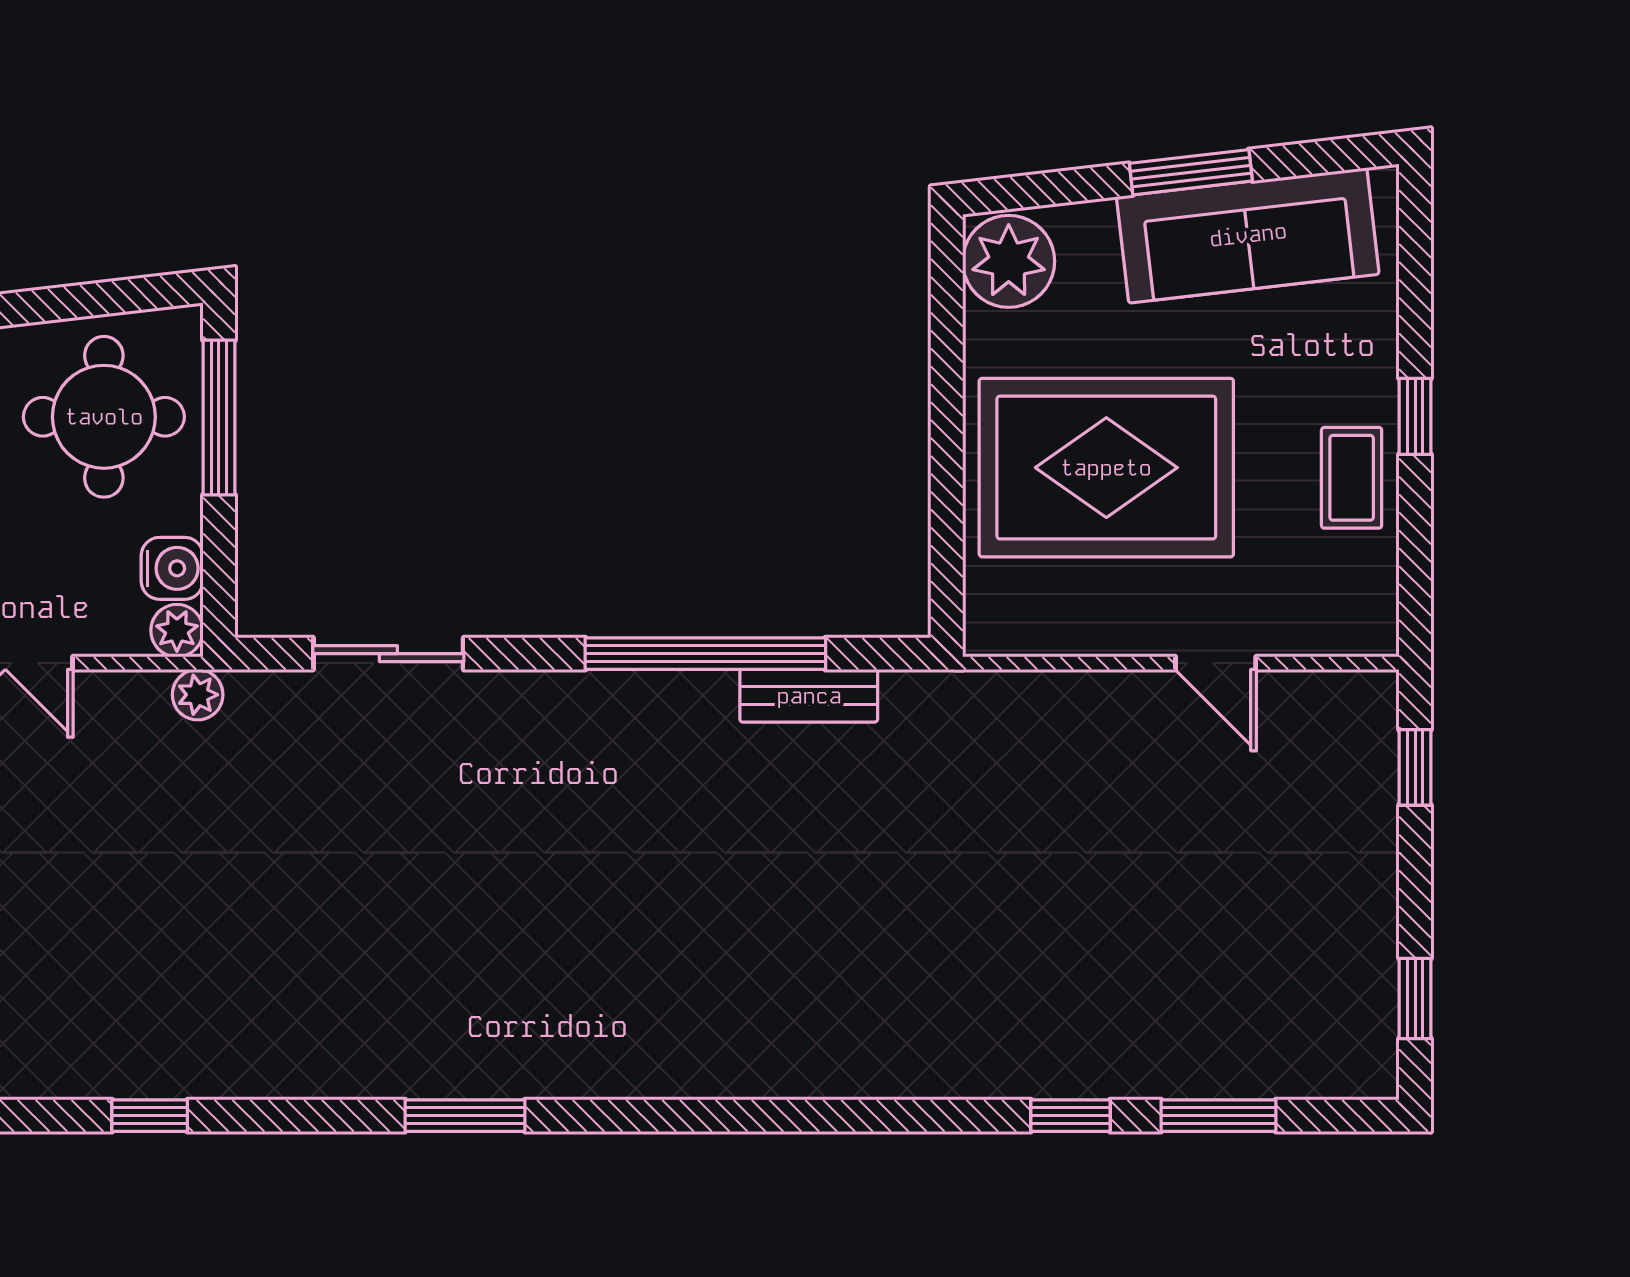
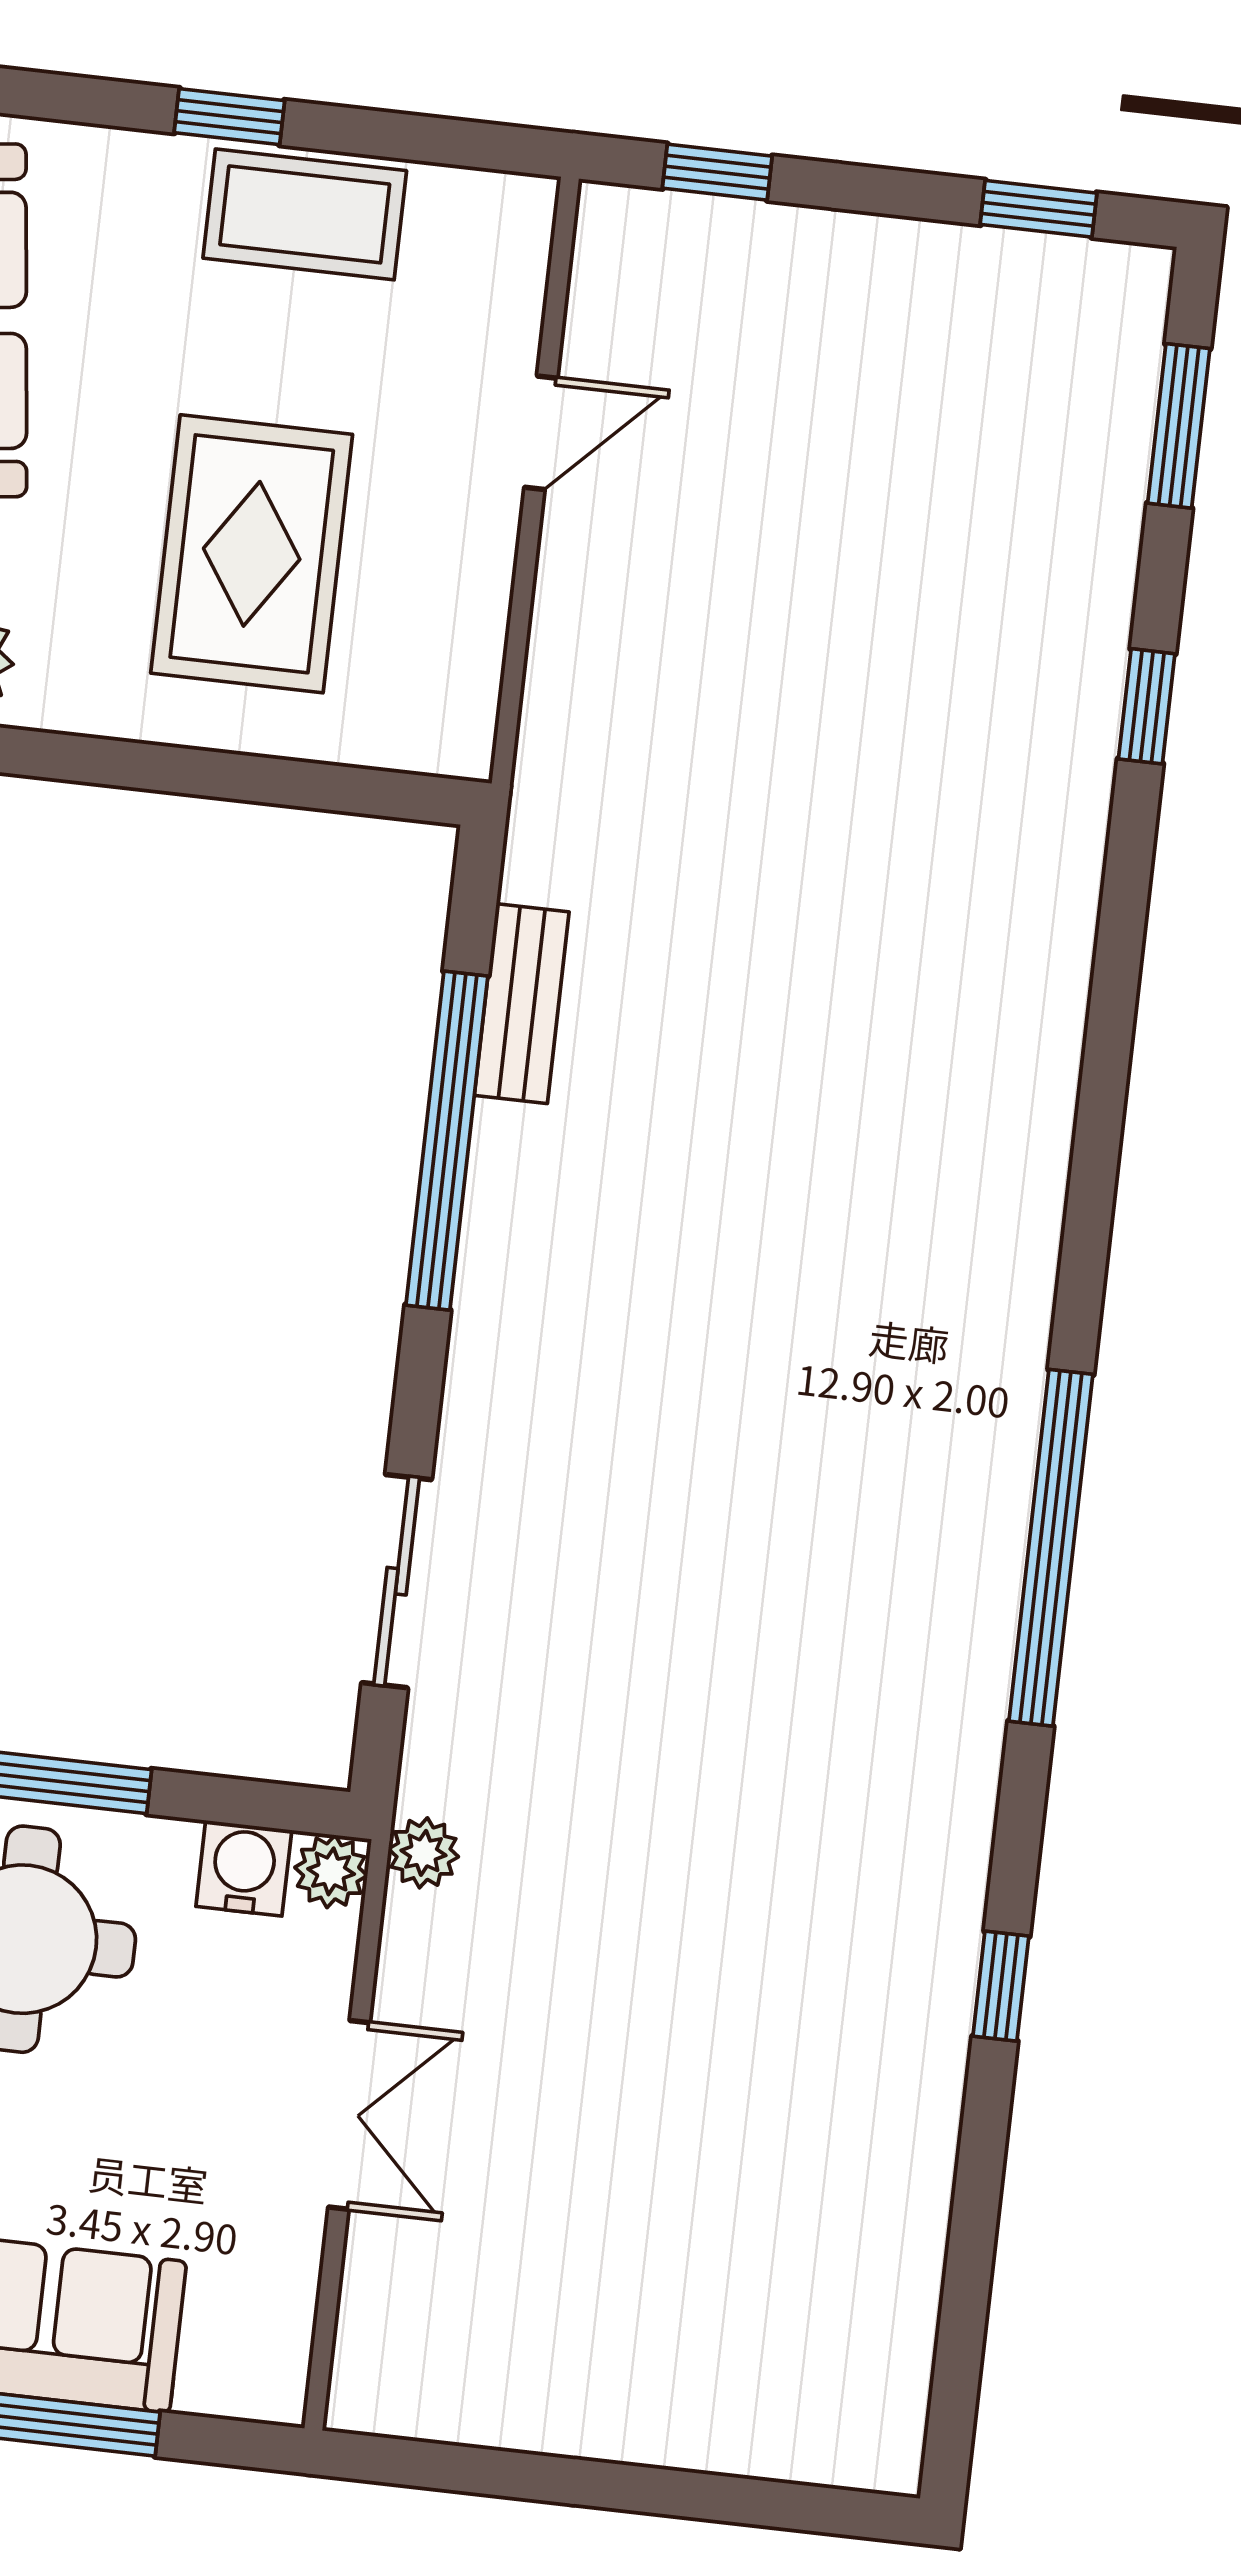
rug: (1106, 468) -> (252, 554), width x0.73, depth x0.69
coffee table: (1352, 478) -> (305, 214), width x1.36, depth x1.30
window: (465, 1116) -> (1051, 1548), width x2.11
window: (1218, 1116) -> (1179, 426), moved

